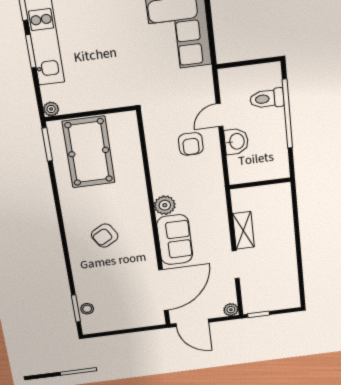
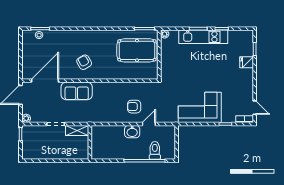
door: (220, 115) -> (149, 124), hinge flipped
wall: (260, 183) -> (90, 142), moved
plant: (165, 205) -> (99, 88), removed
armchair: (105, 236) -> (84, 62), moved
door: (163, 290) -> (45, 81), swing flipped

